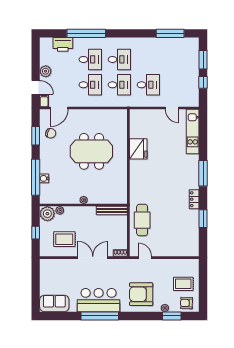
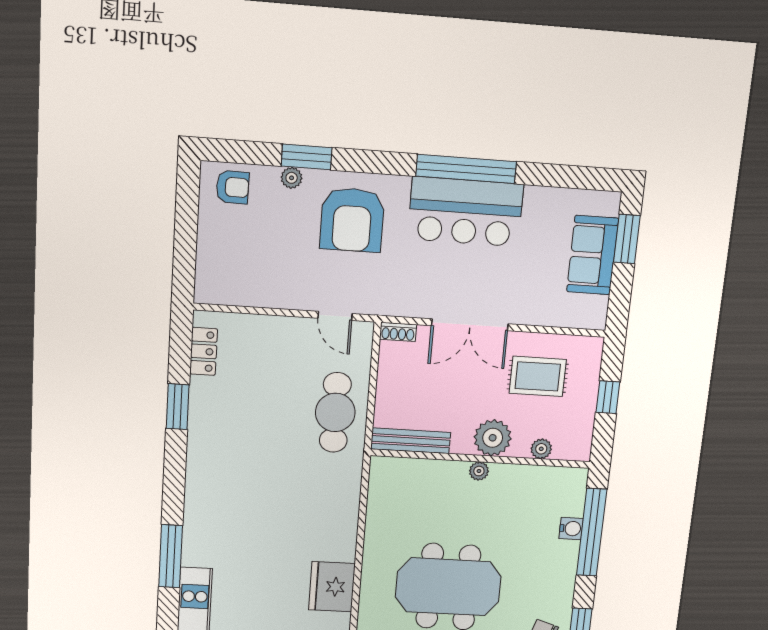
window: (203, 173) -> (171, 556), moved
locker: (194, 199) -> (204, 351), moved
plant: (47, 214) -> (493, 438), moved
rug: (183, 284) -> (238, 240), removed
window: (36, 294) -> (627, 239), added
armchair: (141, 294) -> (352, 220), turned 90
sofa: (54, 303) -> (593, 255), moved, turned 90
window: (172, 316) -> (307, 157), moved

